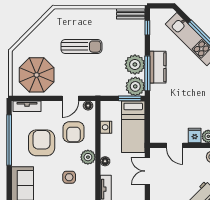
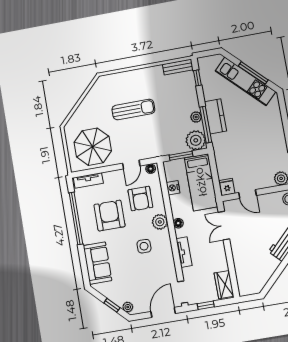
plant: (135, 64) -> (196, 117), width x0.53, depth x0.53
window: (130, 98) -> (181, 156), moved
fridge: (195, 135) -> (227, 187), moved

